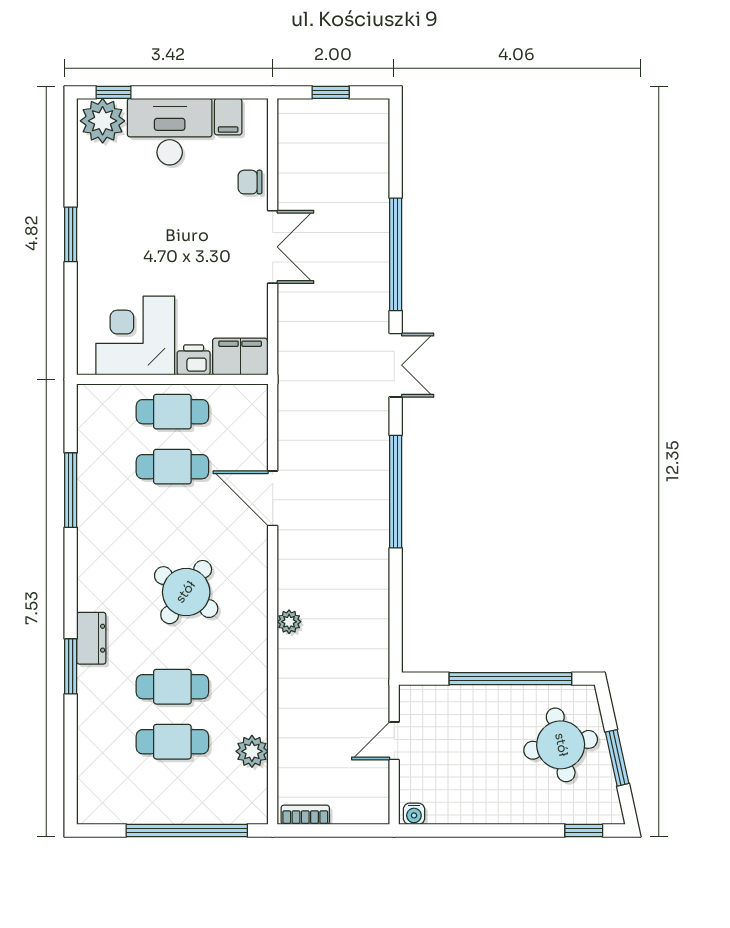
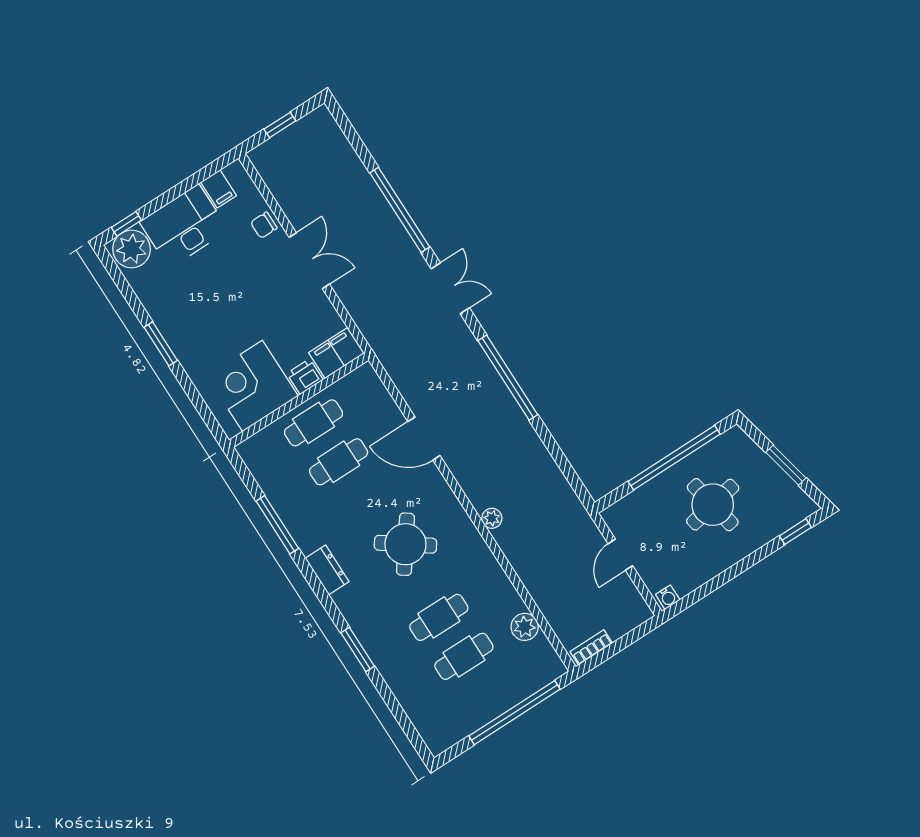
dresser: (91, 638) -> (327, 570), moved
round table: (561, 745) -> (713, 505), moved

